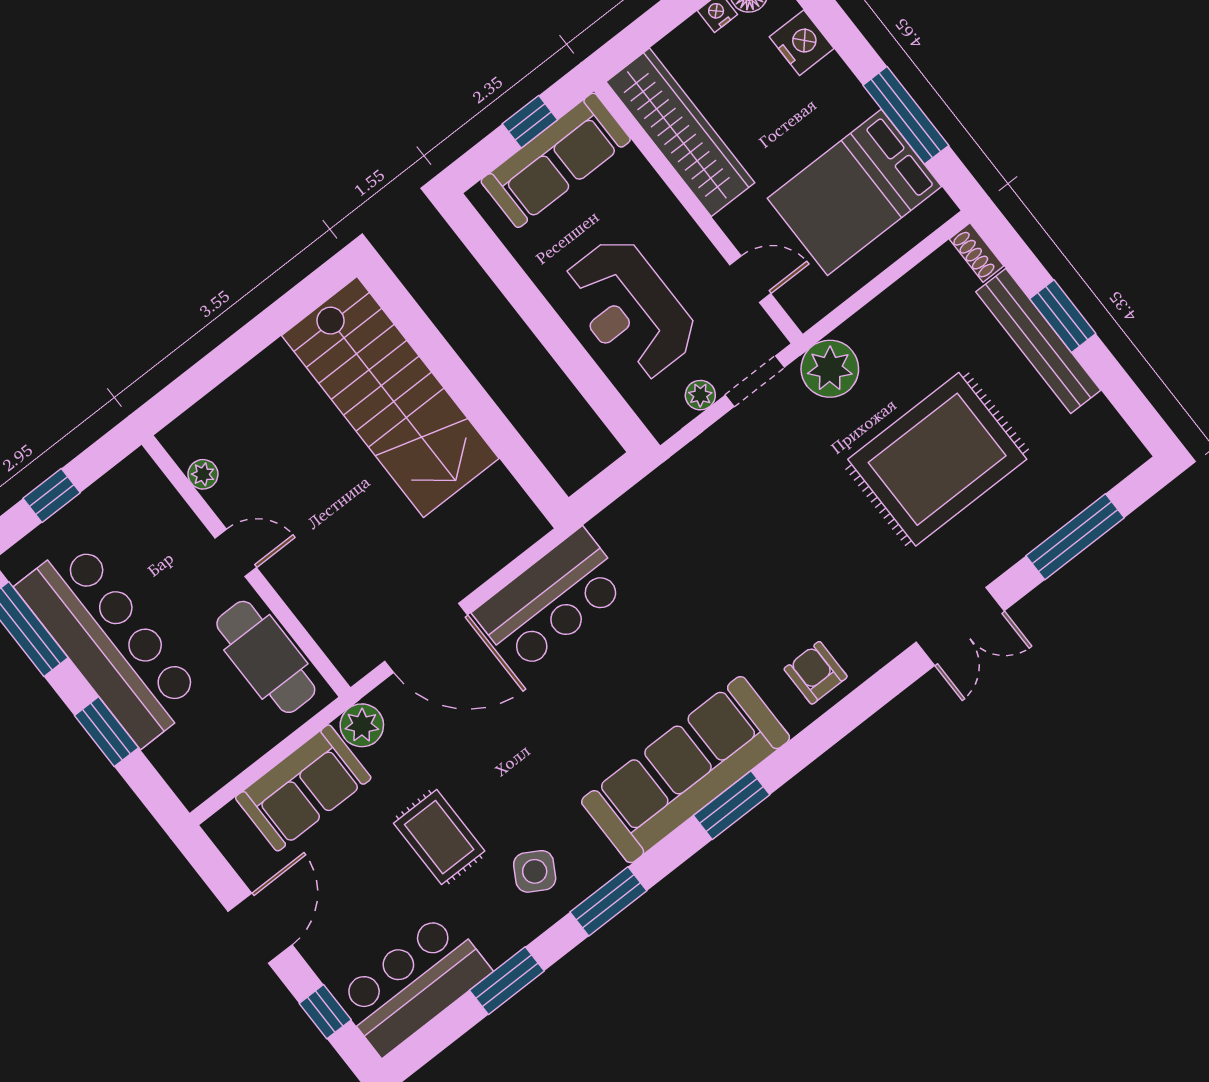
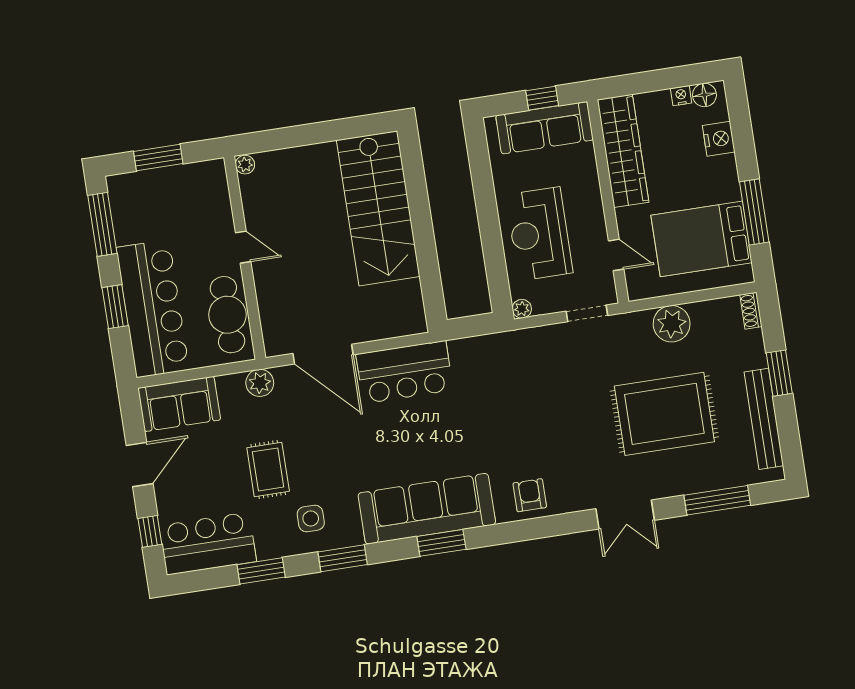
bench: (1038, 341) -> (764, 419), moved
plant: (830, 369) -> (672, 324), moved
plant: (700, 395) -> (522, 309), moved
plant: (203, 474) -> (245, 165), moved
window: (52, 495) -> (158, 158), width x1.50
bar counter: (110, 642) -> (153, 309), moved
sofa: (303, 788) -> (179, 404), moved
side table: (535, 871) -> (311, 518), turned -30

